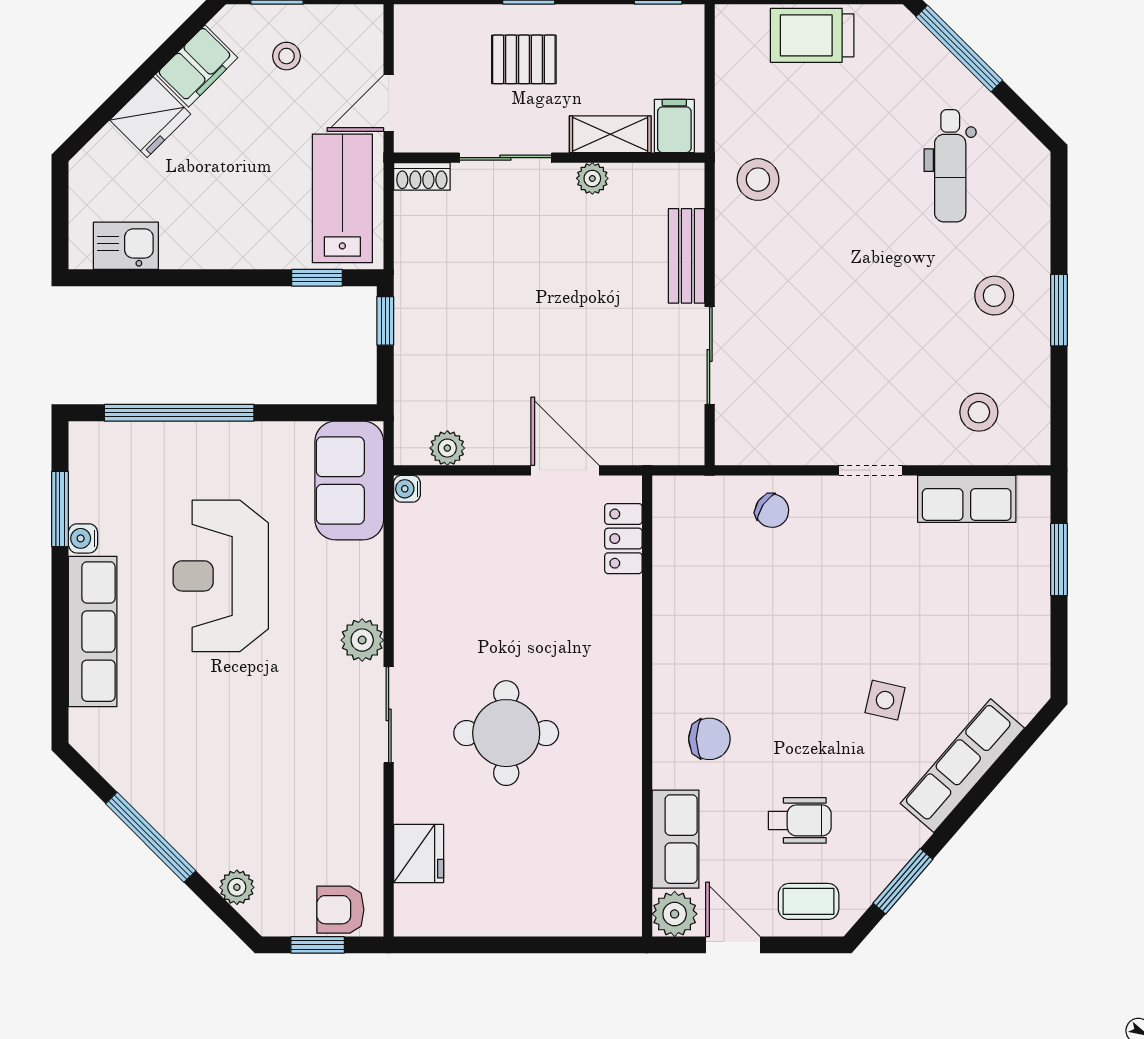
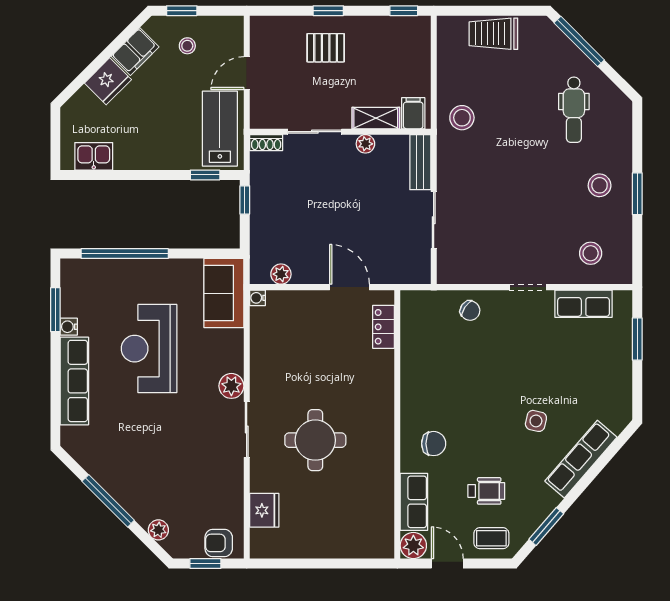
filing cabinet: (674, 126) -> (413, 113), moved
shelving: (610, 134) -> (376, 118), moved
sliding door: (505, 158) -> (315, 132), moved
wall: (549, 158) -> (340, 132), moved
shoe rack: (422, 176) -> (266, 143), moved
plant: (592, 178) -> (365, 144), moved

